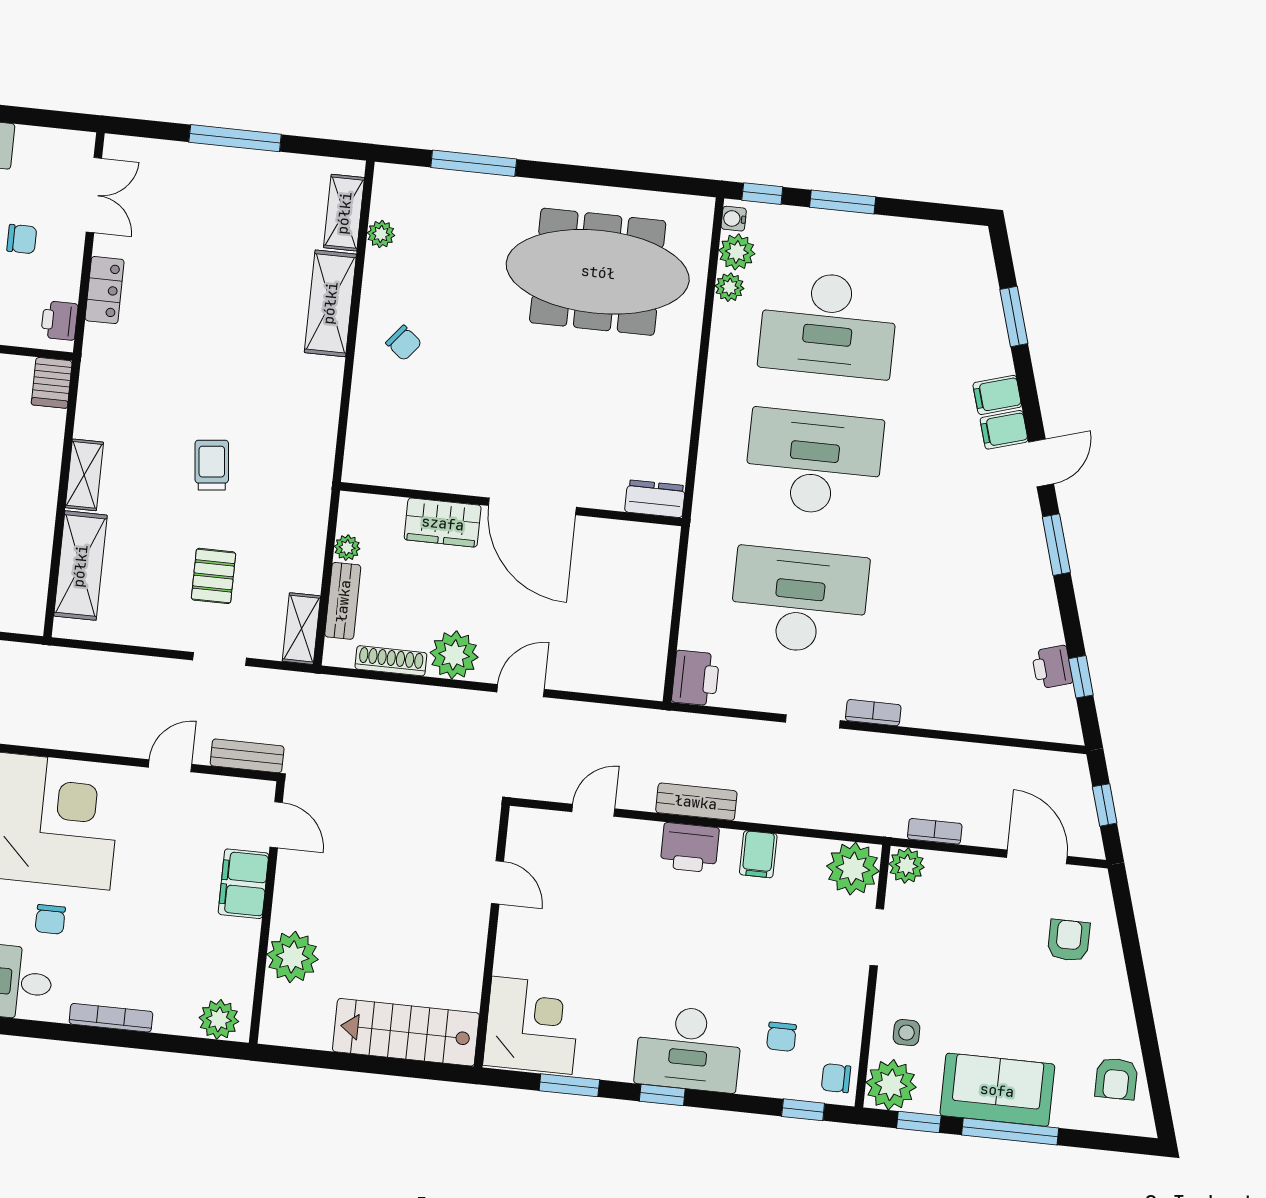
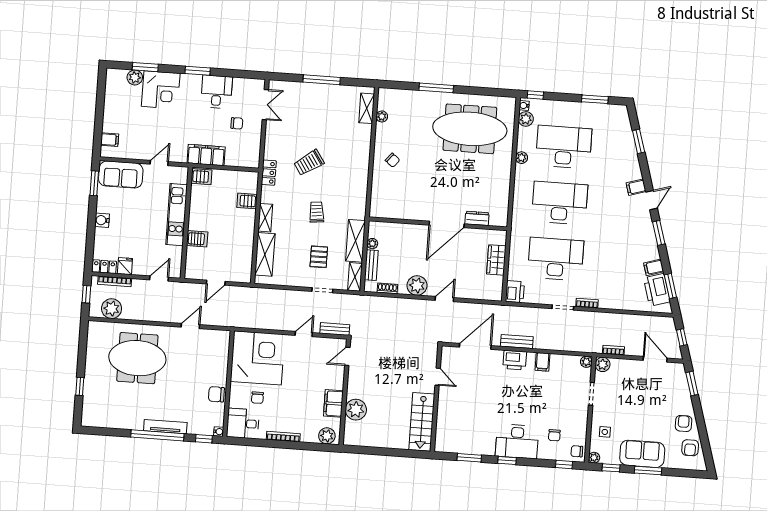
window: (474, 163) -> (436, 88), moved
window: (843, 202) -> (595, 99), moved
plant: (729, 287) -> (522, 158), moved
locker: (105, 290) -> (269, 173), moved
shelving: (330, 303) -> (355, 241), moved
printer: (59, 321) -> (253, 156), removed
desk: (828, 324) -> (564, 147), turned 180
trolley: (197, 342) -> (309, 163), added
server rack: (52, 383) -> (247, 201), moved, turned 90
filing cabinet: (997, 395) -> (654, 267), moved
dresser: (655, 499) -> (477, 218), moved
door: (532, 506) -> (447, 224), hinge flipped
wardrobe: (443, 523) -> (496, 260), moved, turned 90
shoe rack: (391, 661) -> (387, 288), width x0.70
printer: (1052, 667) -> (657, 290), width x1.87, depth x1.48
window: (1081, 677) -> (670, 286), width x1.50
door: (593, 810) -> (475, 346), width x1.88
door: (276, 825) -> (347, 356), swing flipped
plant: (853, 869) -> (586, 362), width x0.53, depth x0.53
filing cabinet: (243, 884) -> (333, 403), moved
window: (1126, 920) -> (692, 383), added
armchair: (1069, 940) -> (684, 423), moved
corner desk: (532, 1025) -> (453, 434), removed
stairs: (406, 1032) -> (422, 422), moved, turned -90
plant: (891, 1085) -> (594, 458), width x0.53, depth x0.53
window: (1010, 1132) -> (648, 471), width x0.69

